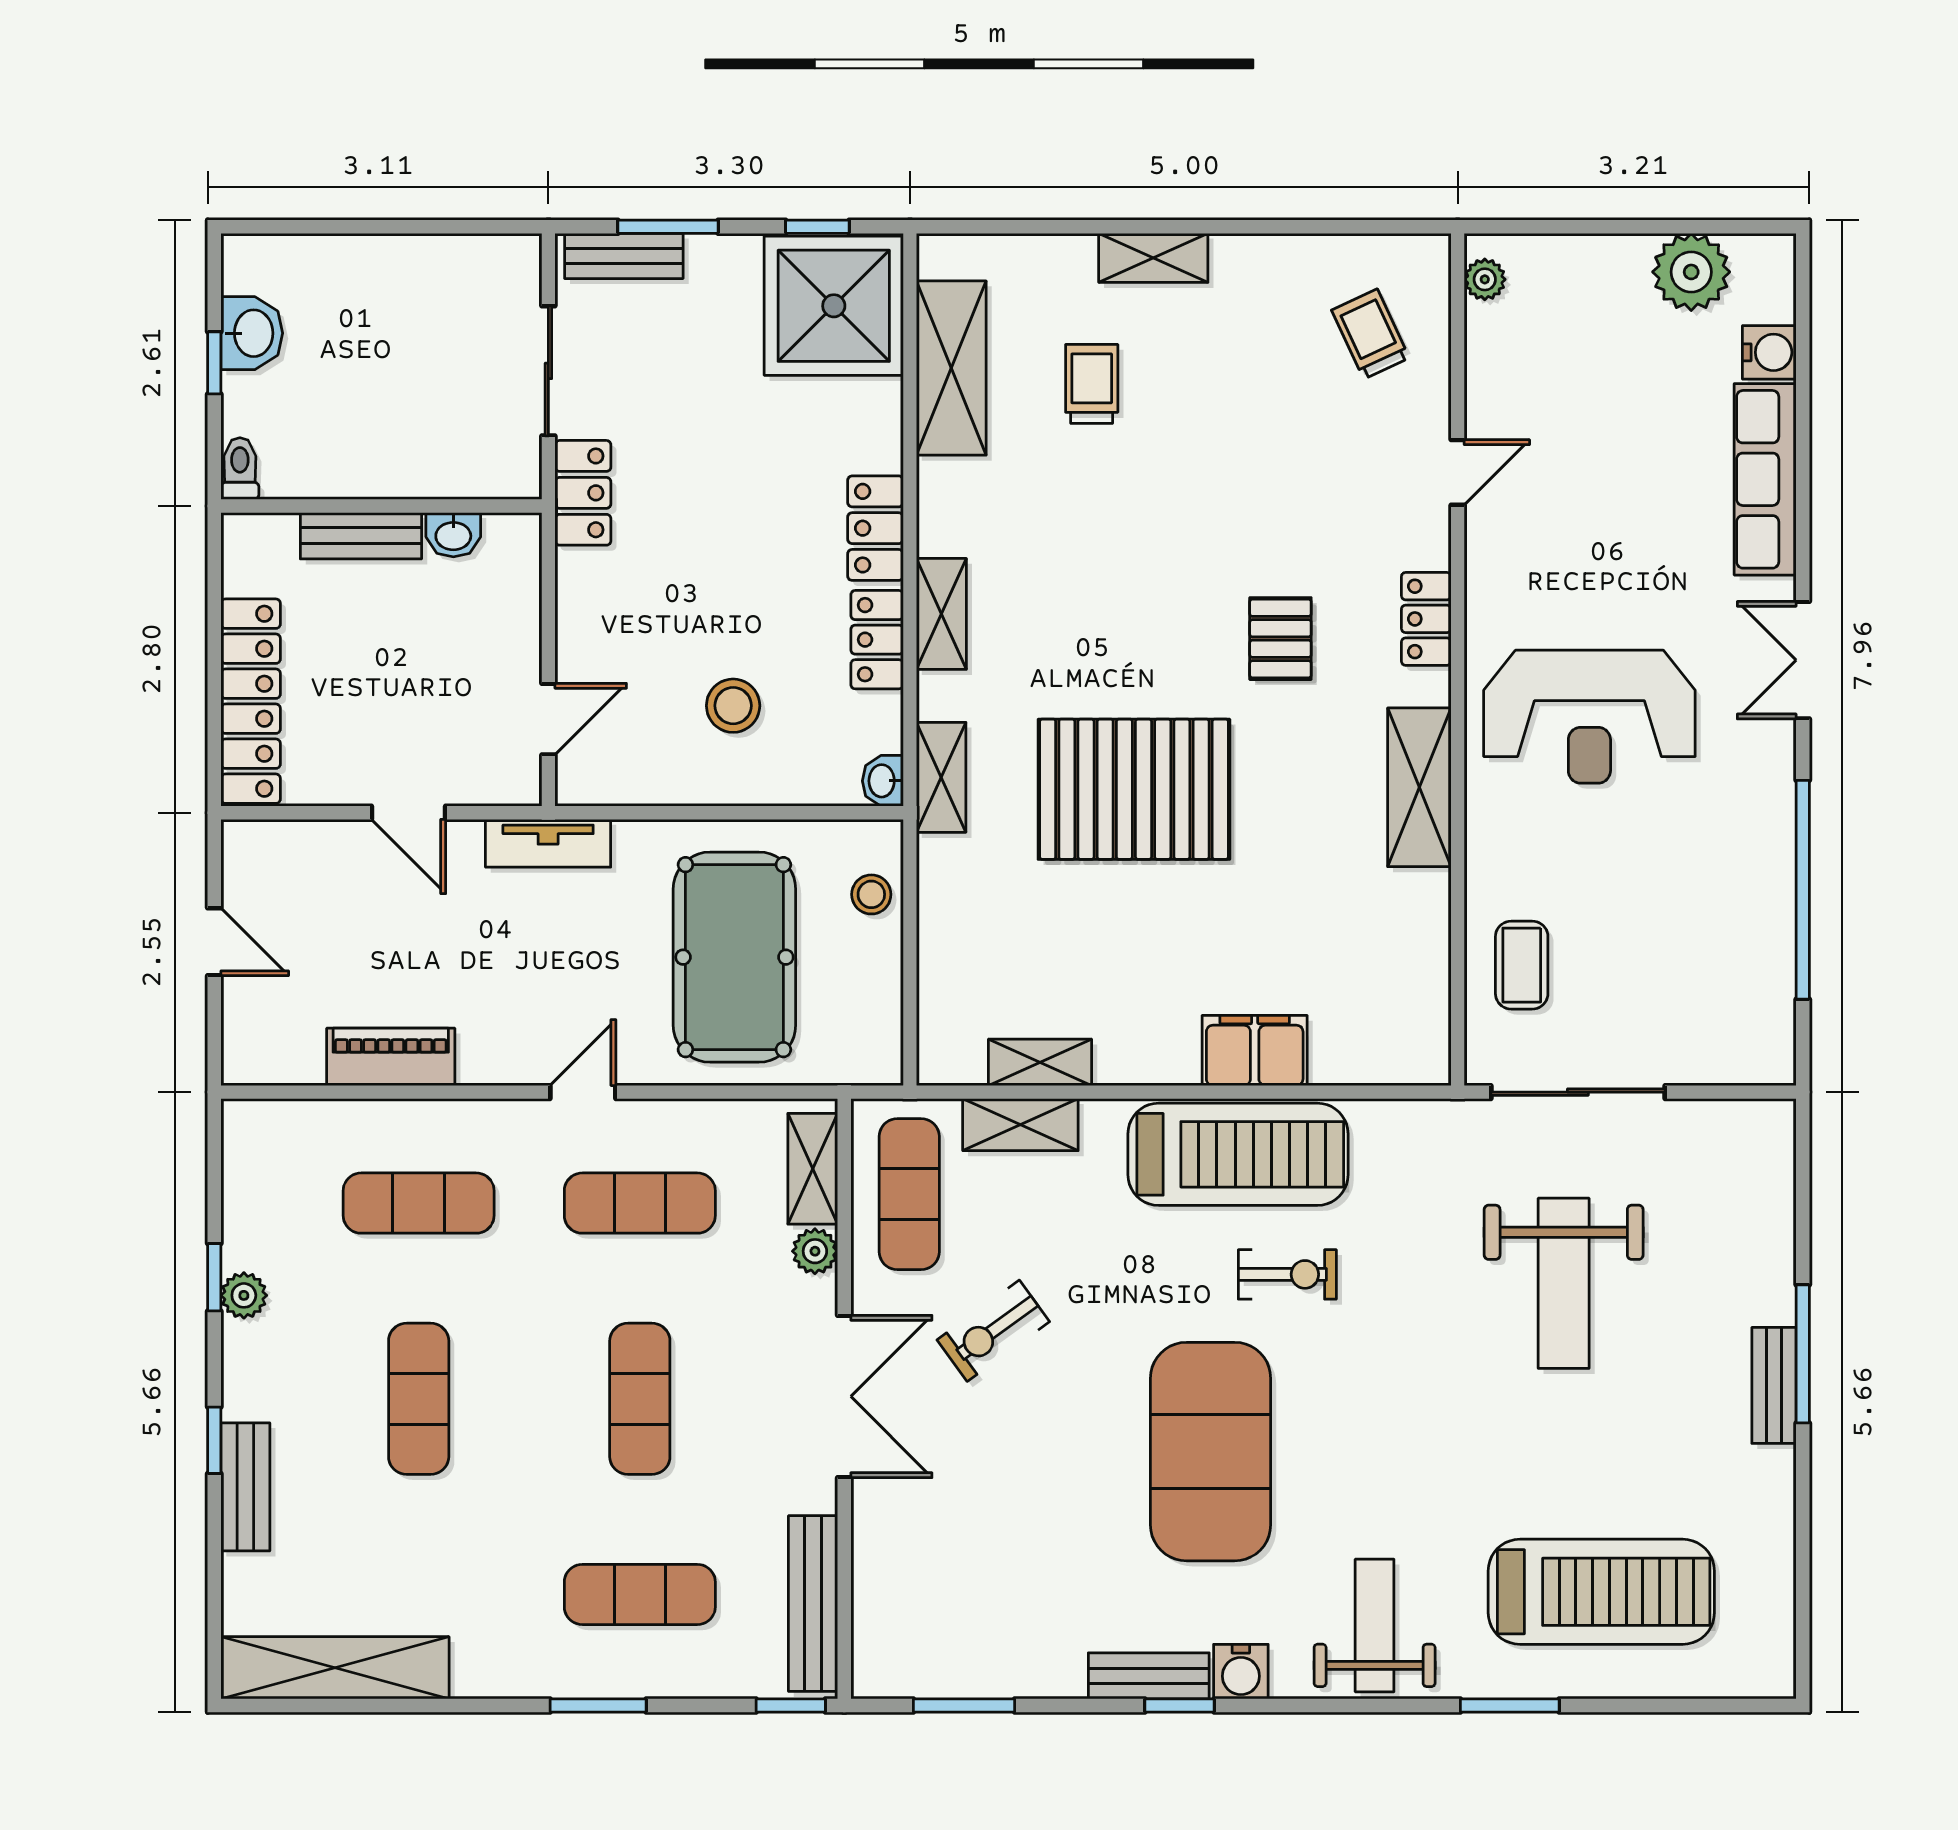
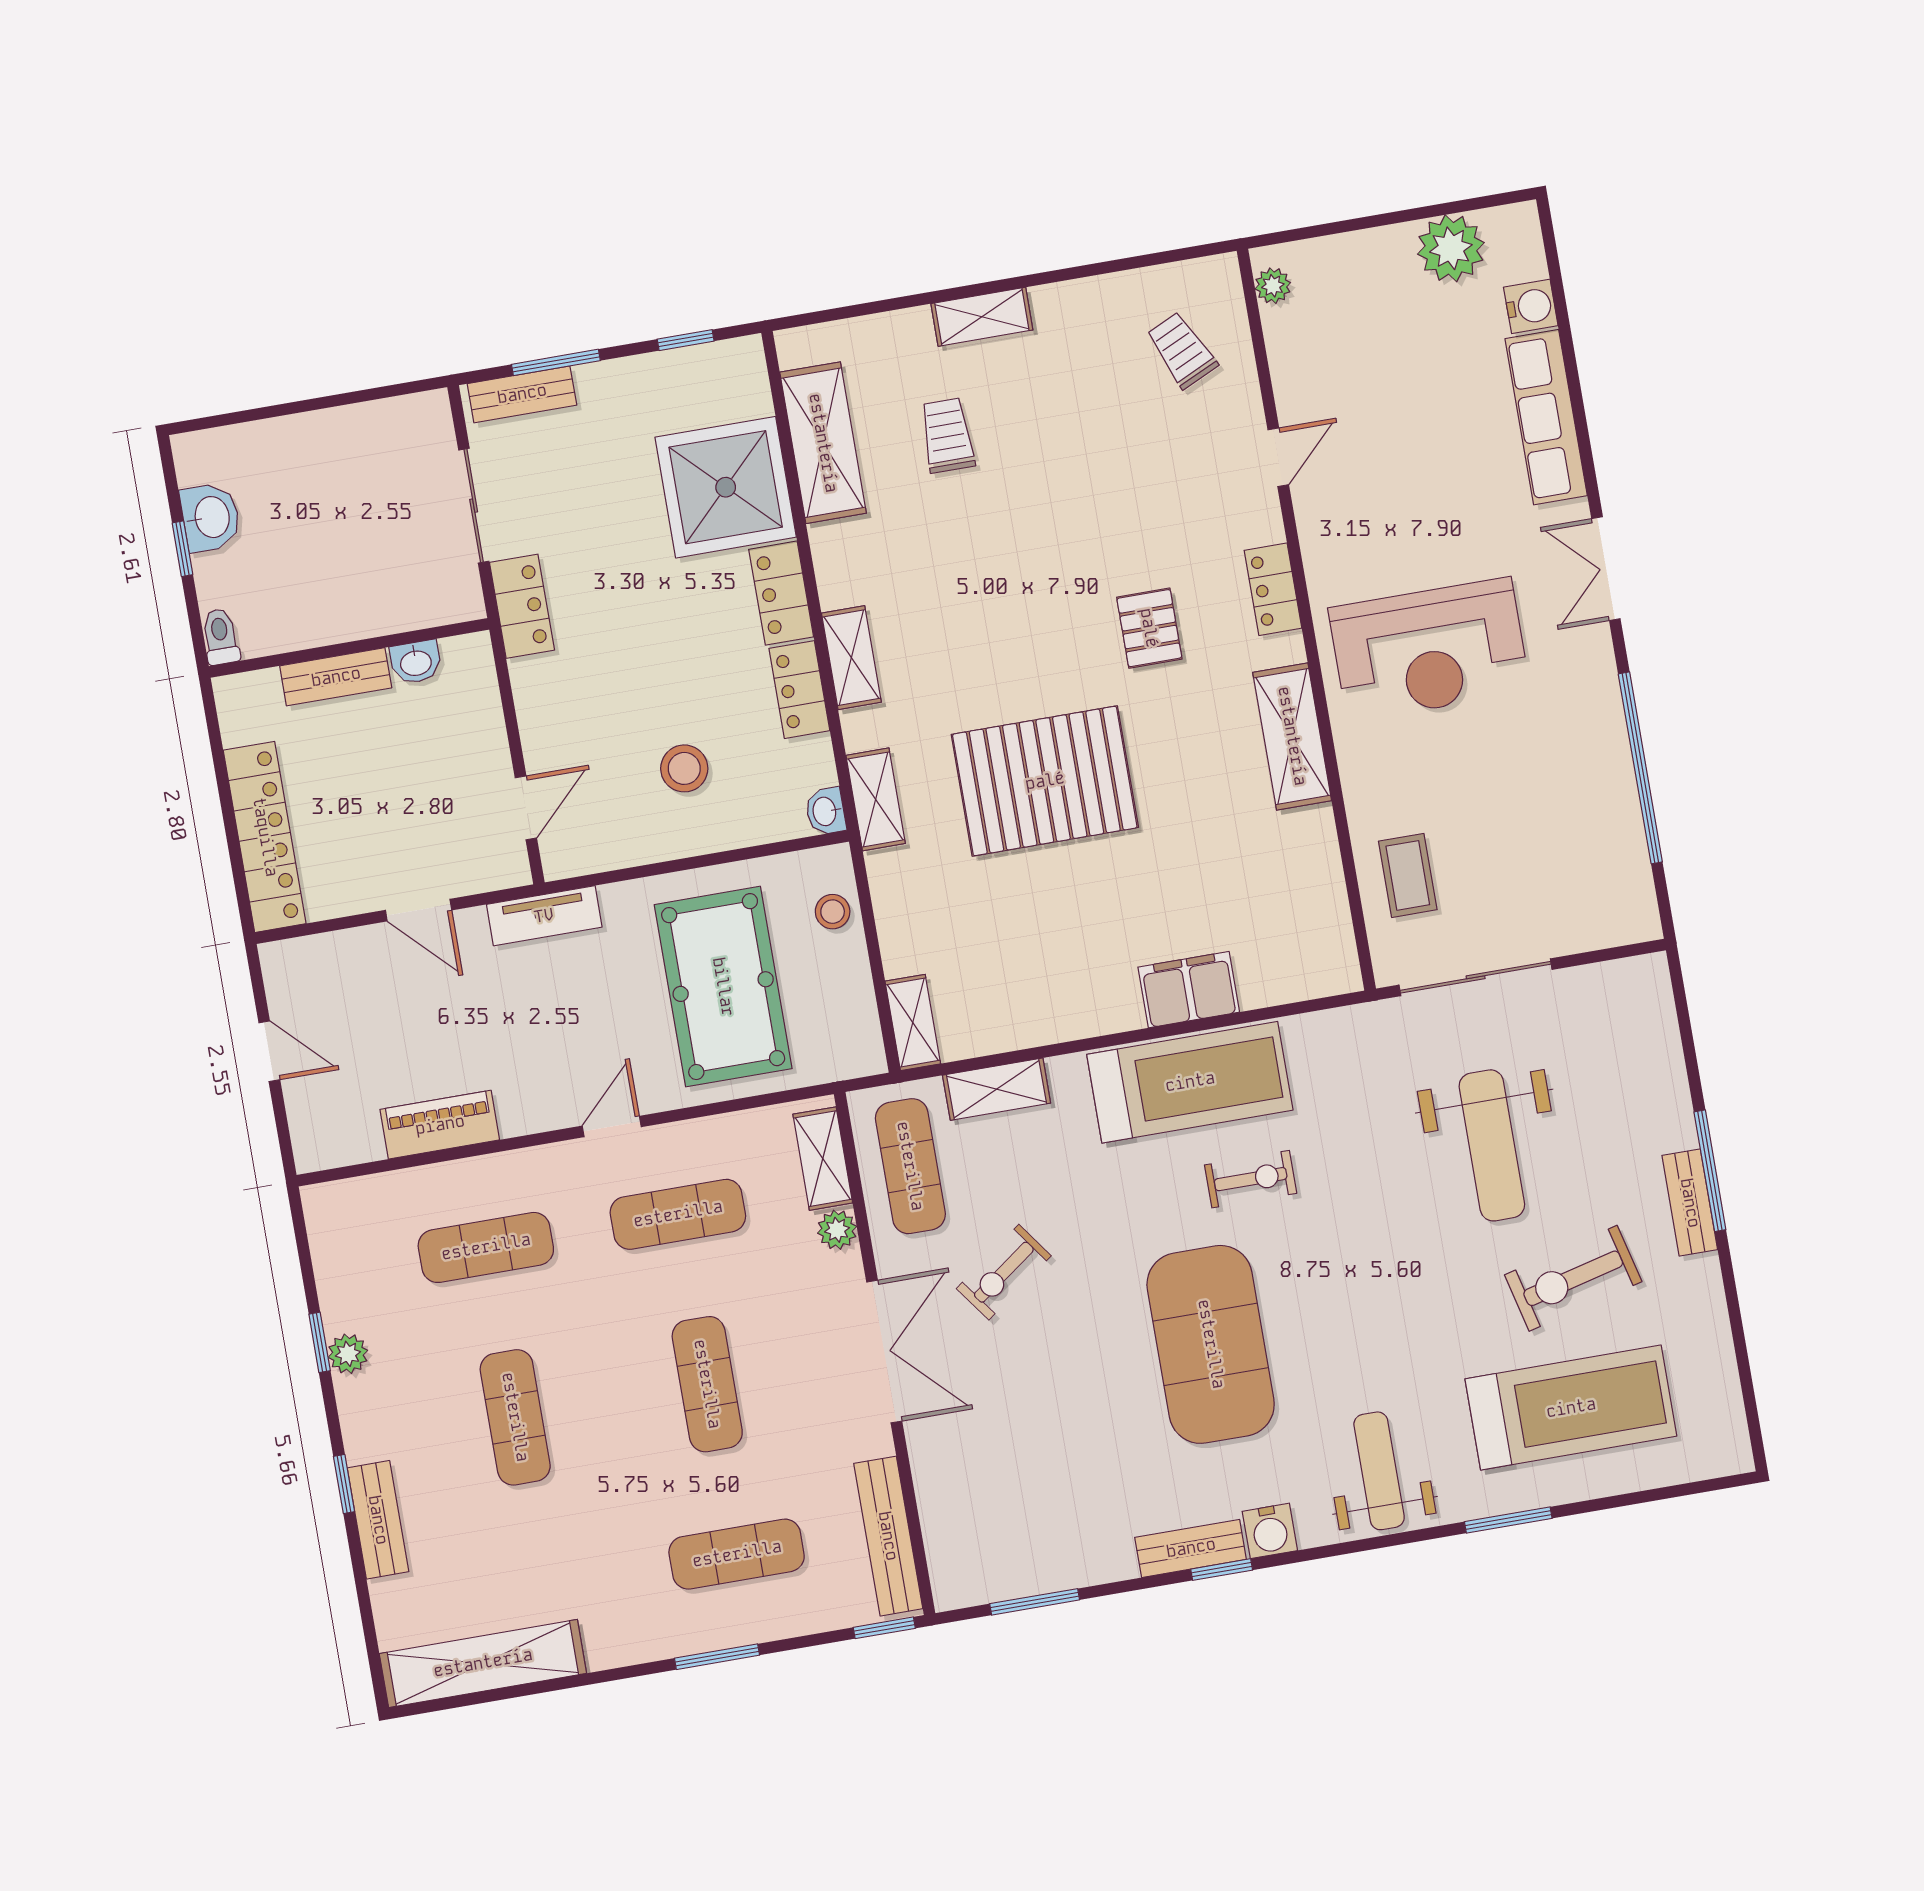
shower: (834, 306) -> (726, 487), moved
shelving: (1040, 1062) -> (913, 1022), moved, turned 90
exercise bike: (1629, 1448) -> (1573, 1278), added

